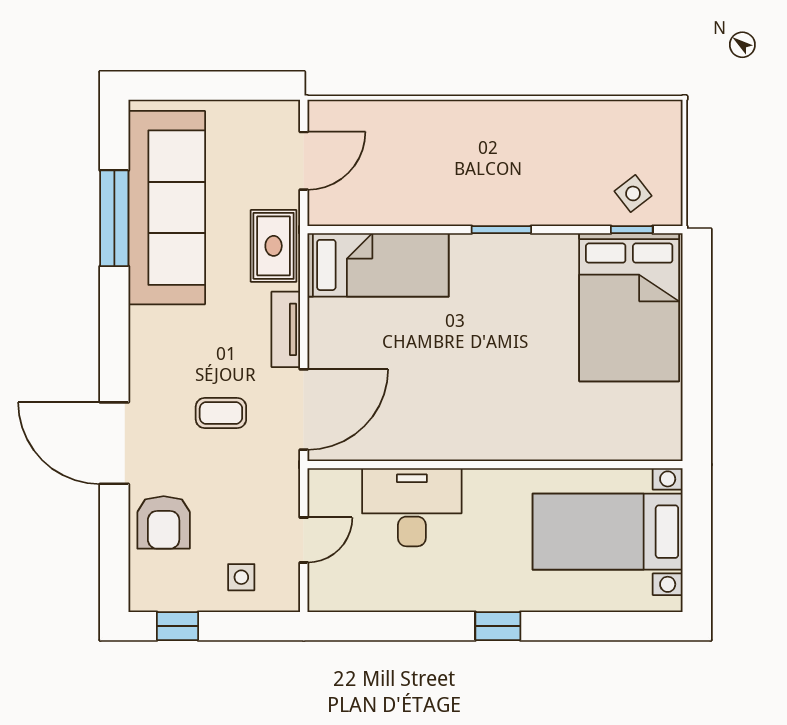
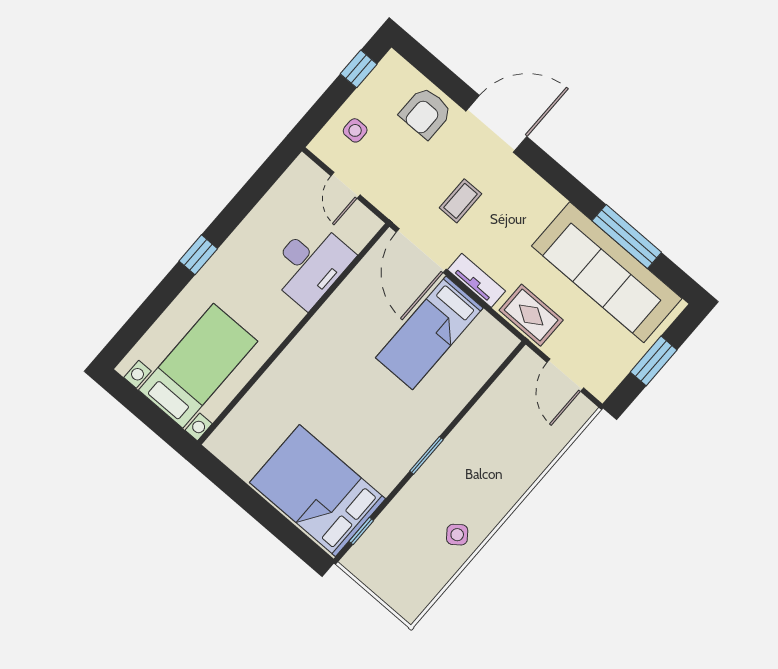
window: (214, 86) -> (654, 361), added
side table: (633, 193) -> (457, 535), moved
bed: (378, 265) -> (429, 333), moved
armchair: (164, 522) -> (426, 113), turned -90

